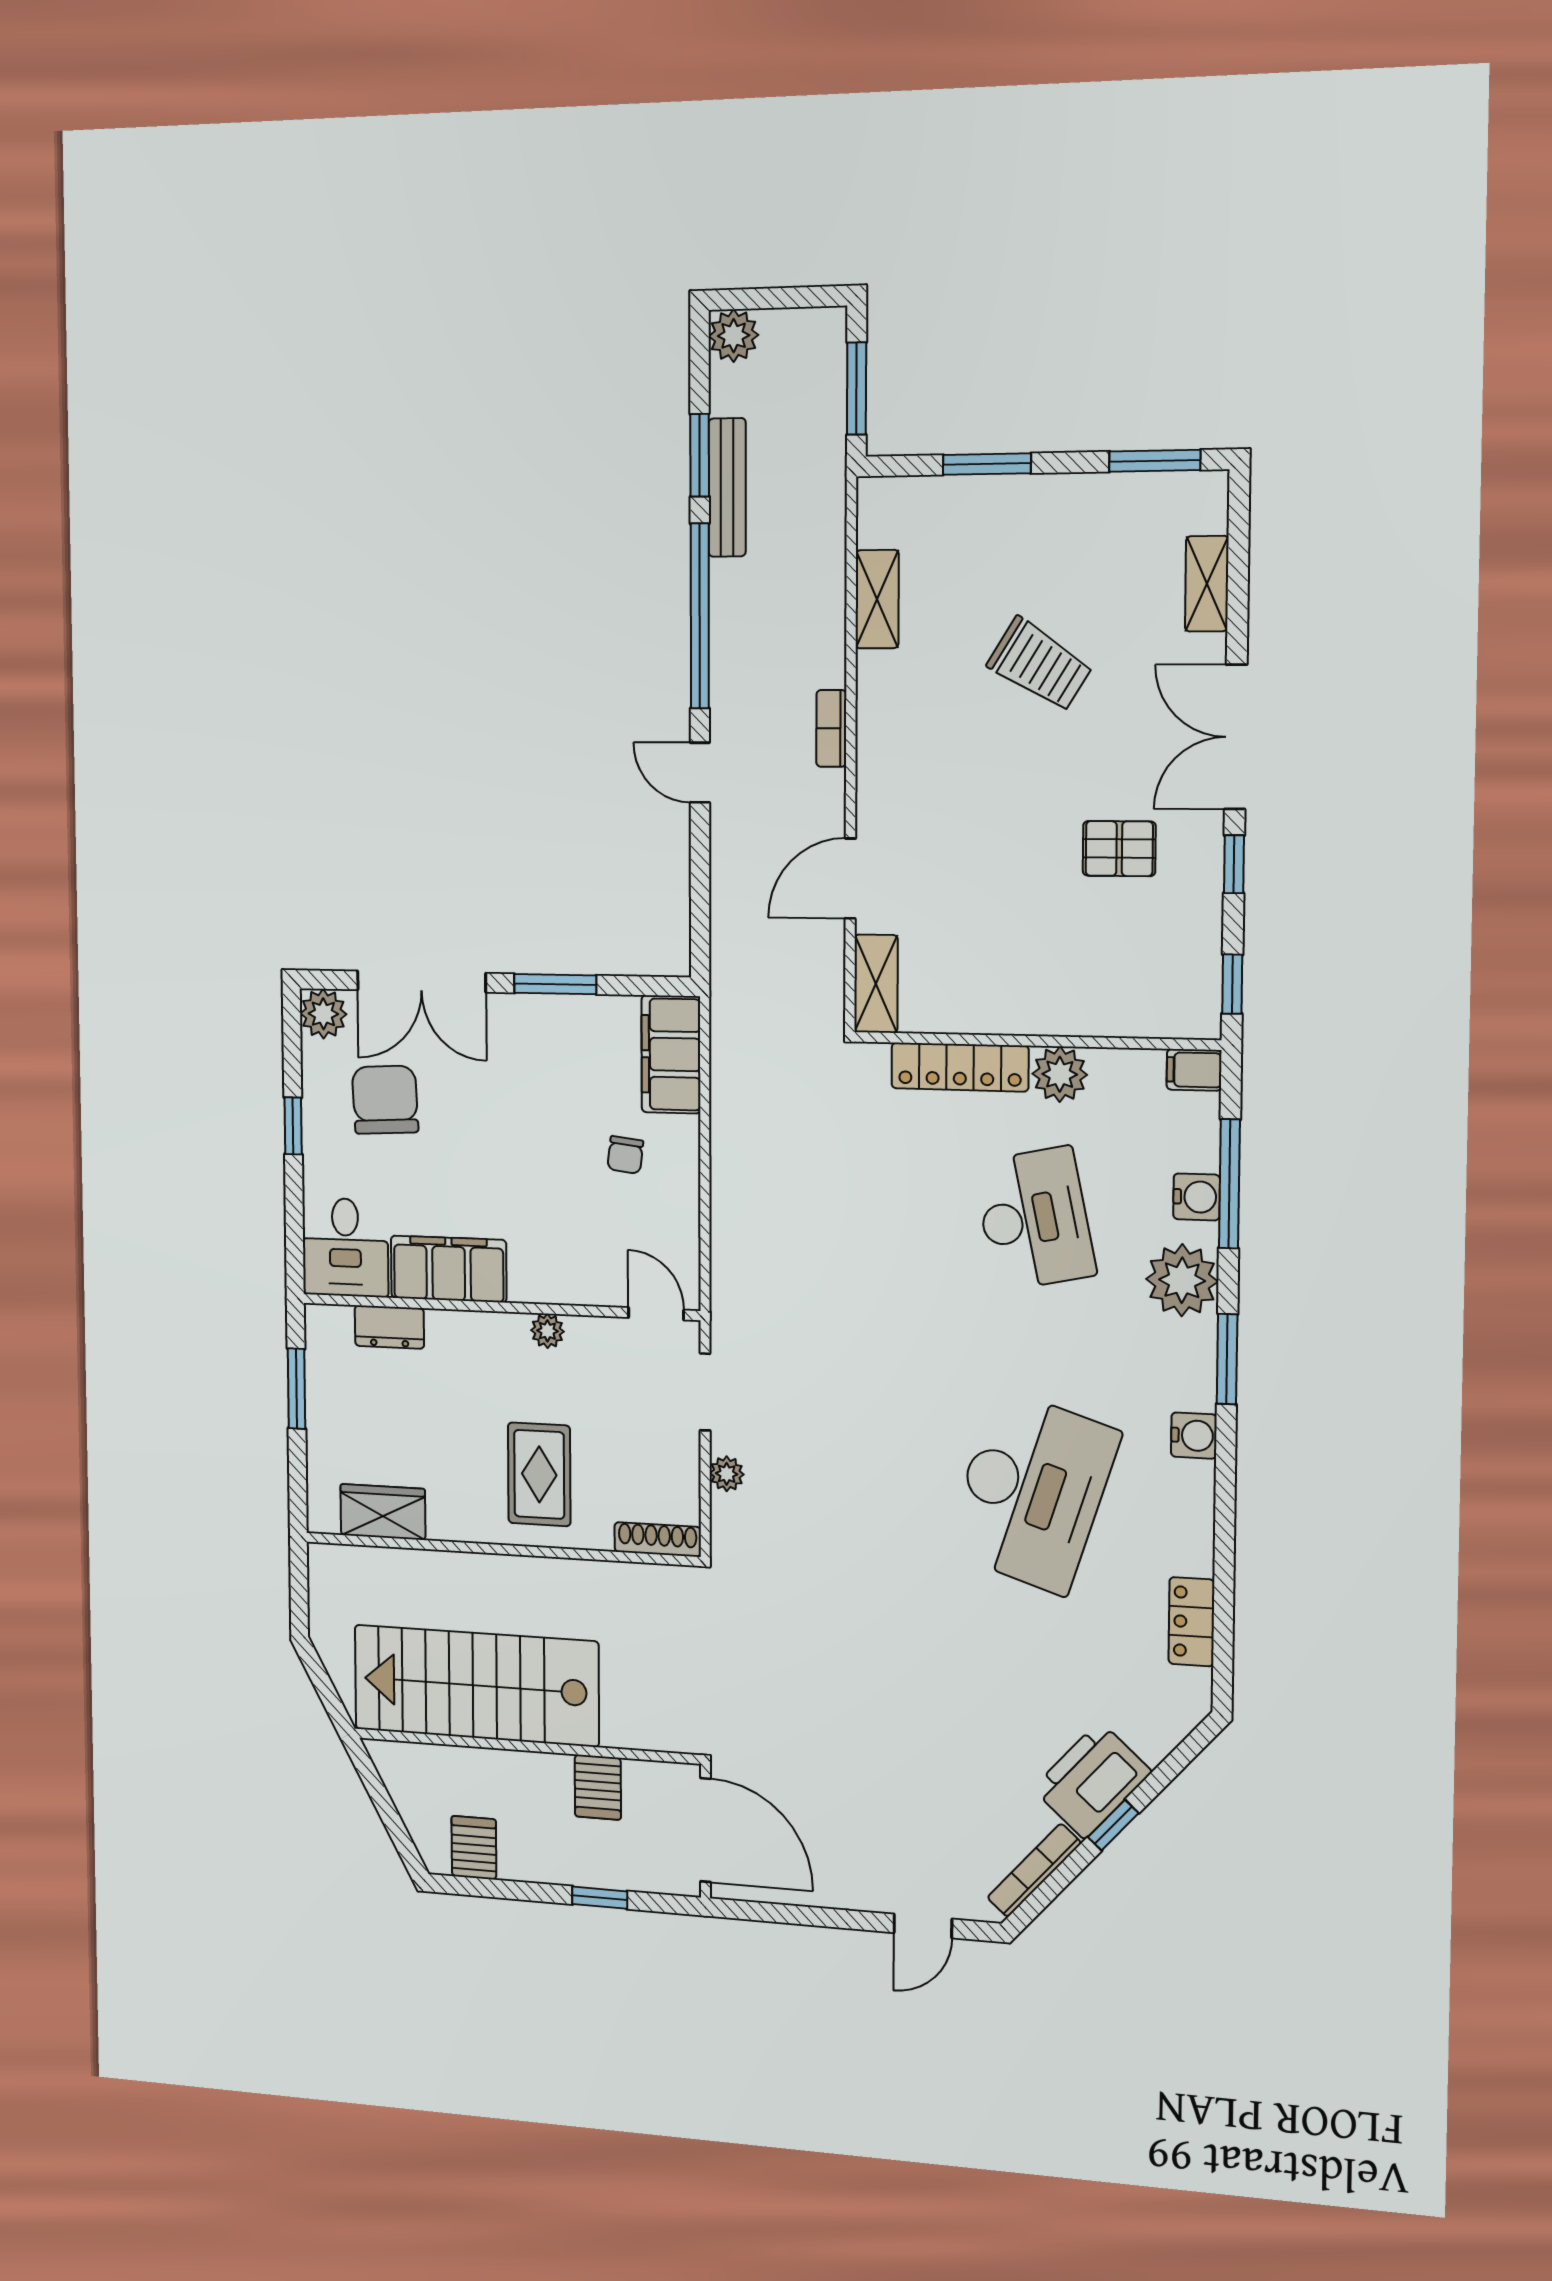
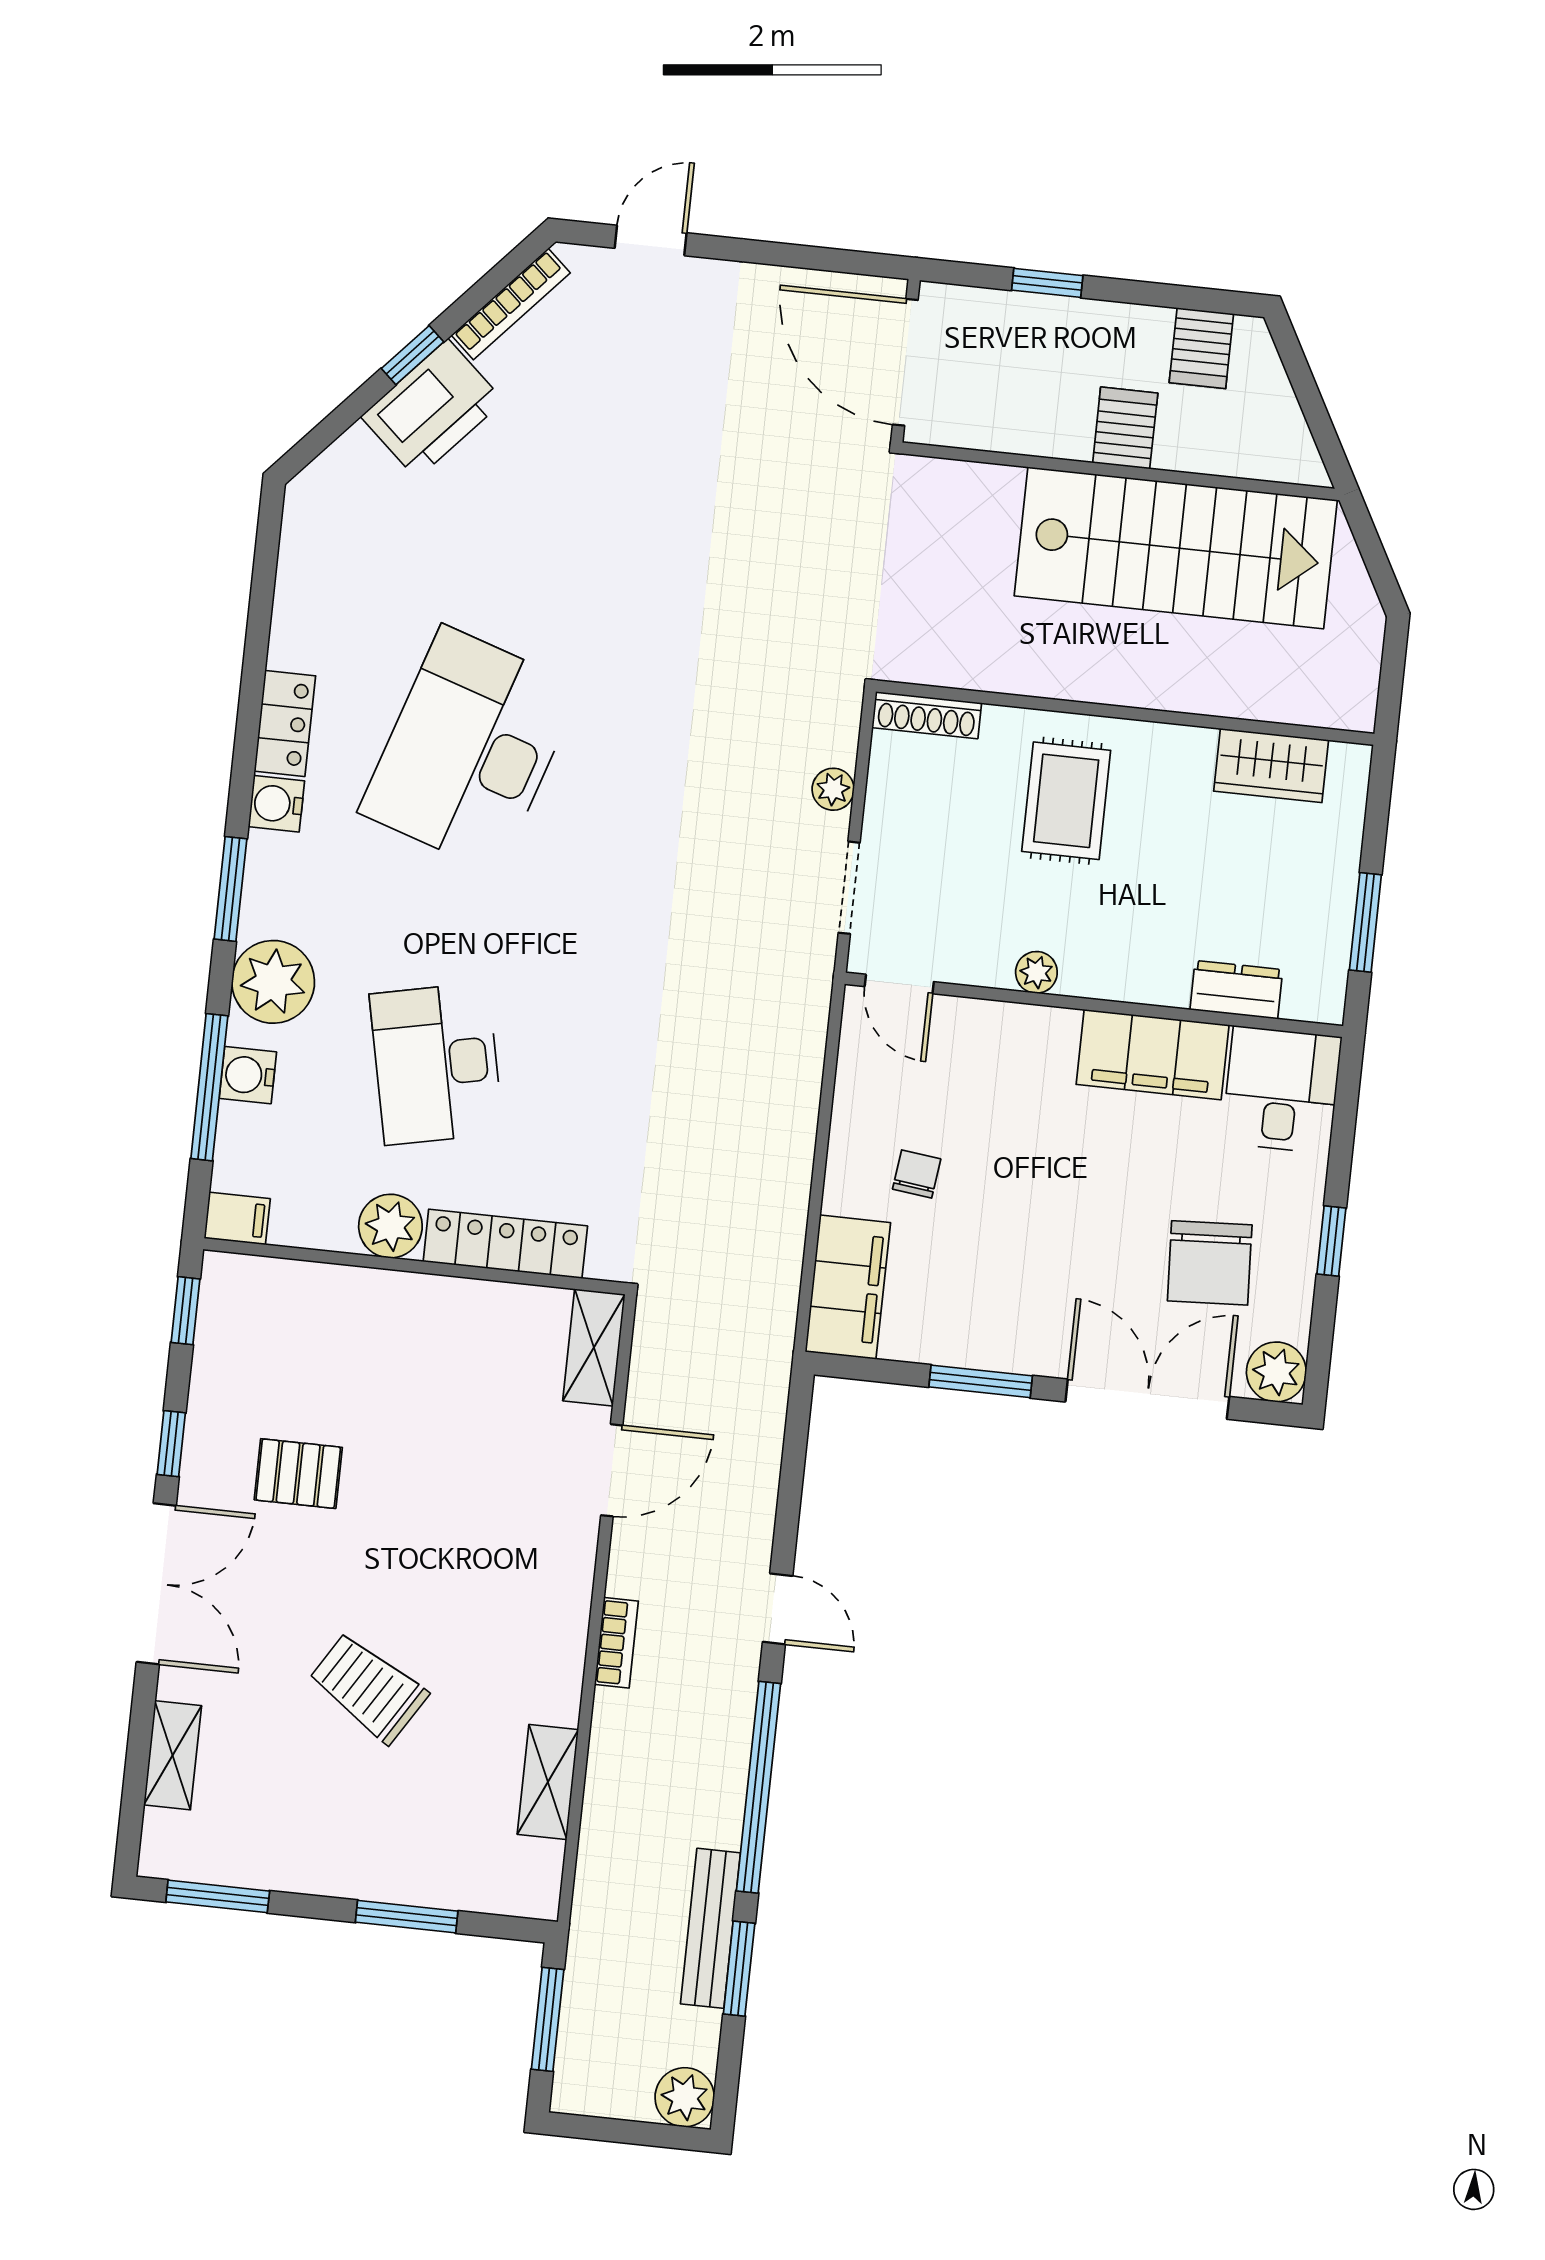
locker: (1191, 1622) -> (285, 723), moved
server rack: (598, 1787) -> (1125, 428), moved

